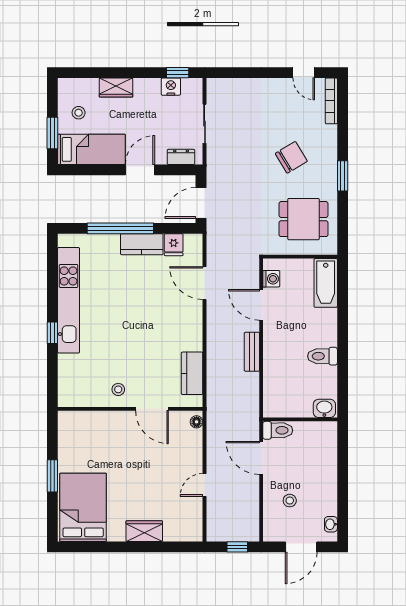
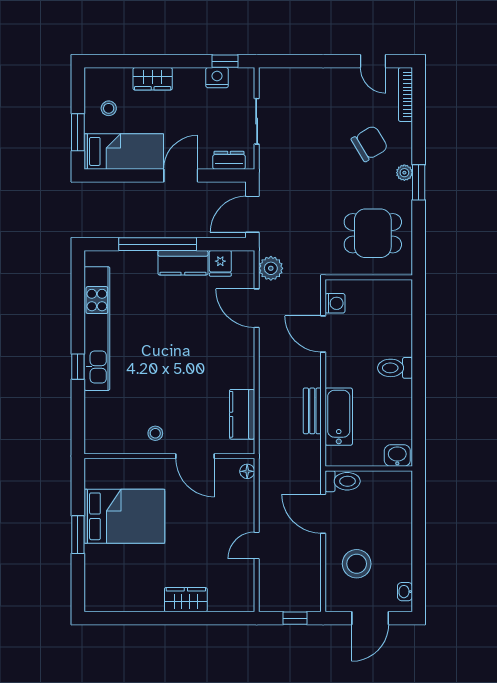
chair: (291, 157) -> (370, 144), moved
plant: (330, 168) -> (404, 173), added
plant: (217, 249) -> (271, 268), added
bathtub: (326, 283) -> (339, 417), moved, turned 180
bench: (252, 352) -> (312, 411), moved
toilet: (322, 356) -> (395, 368), moved
stool: (290, 501) -> (357, 564), width x1.89, depth x1.89
bed: (83, 507) -> (124, 516), moved, turned 90

